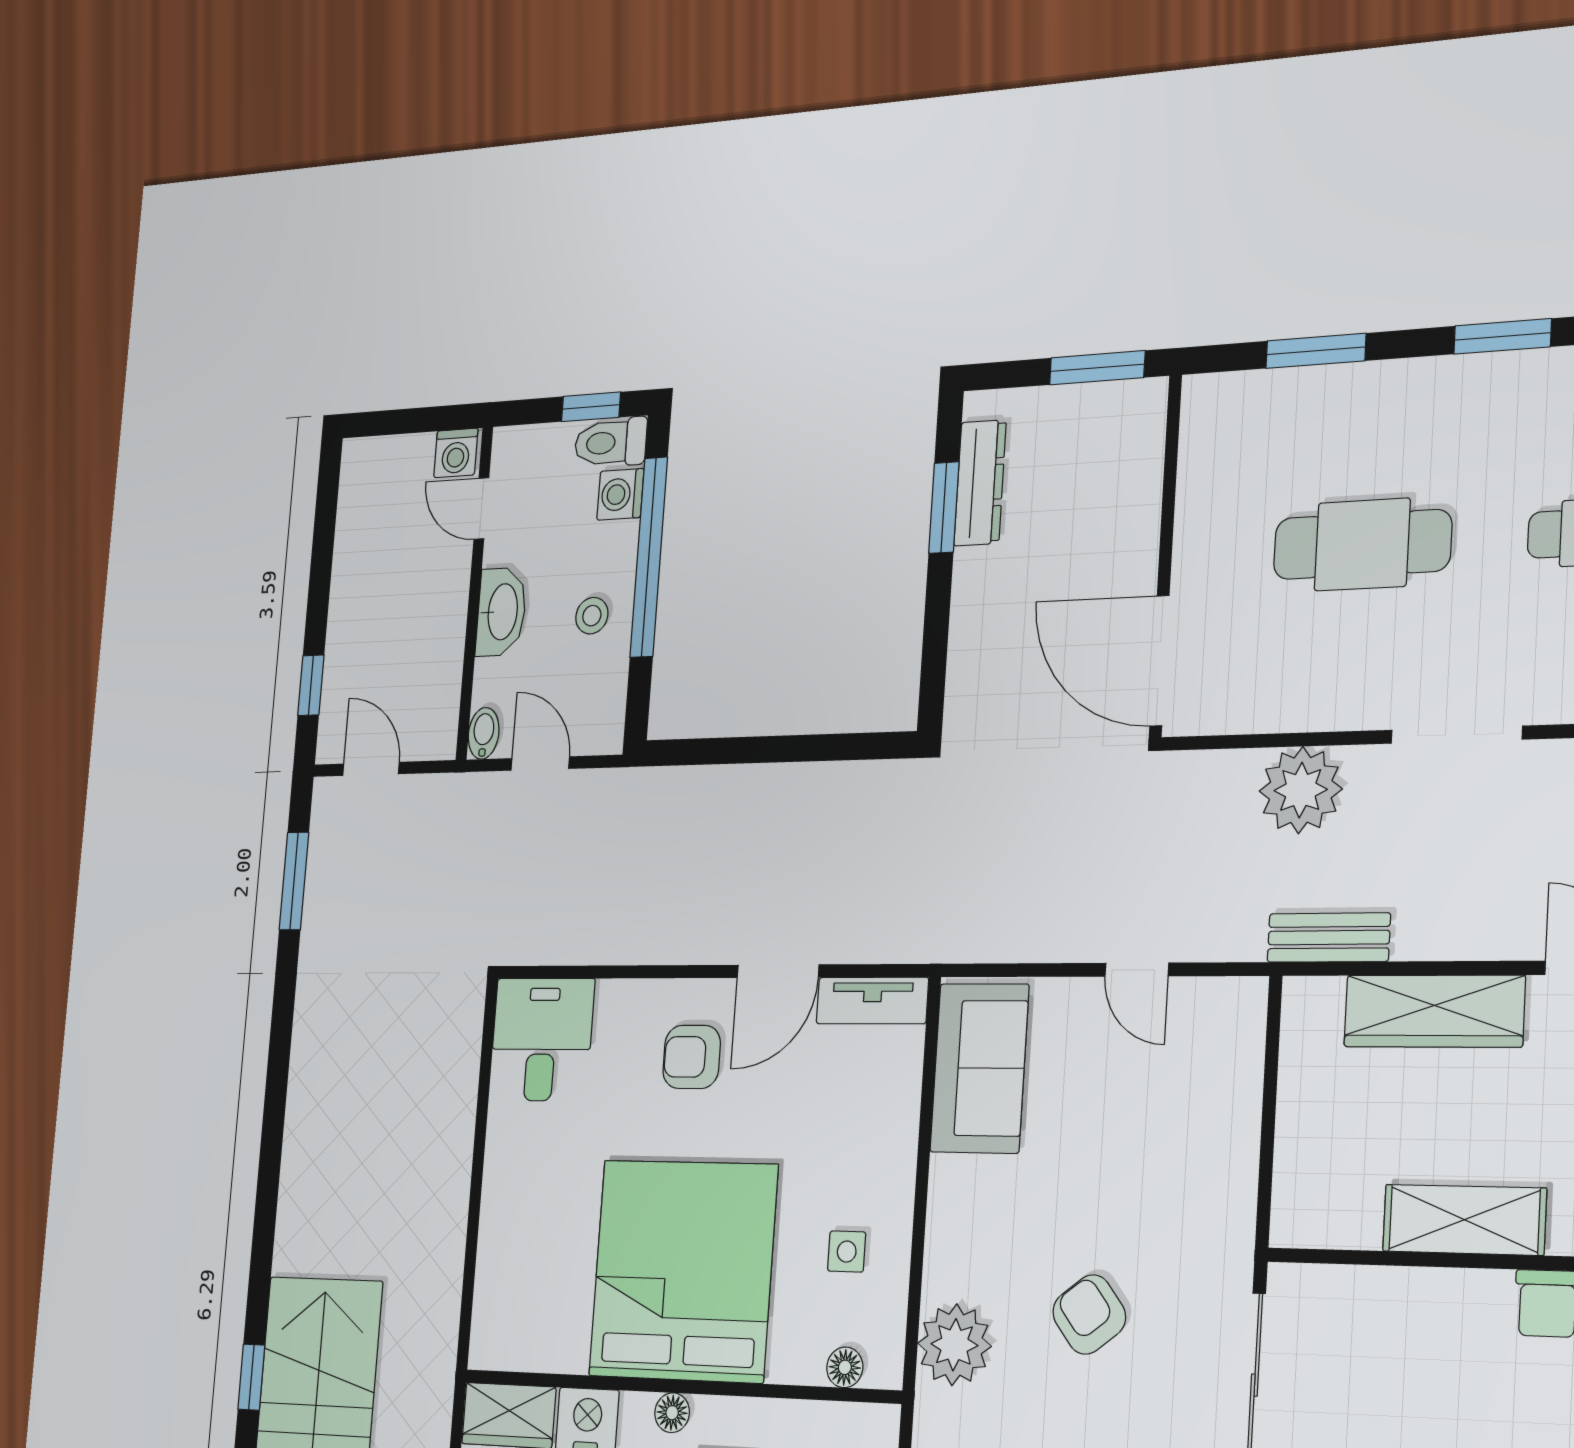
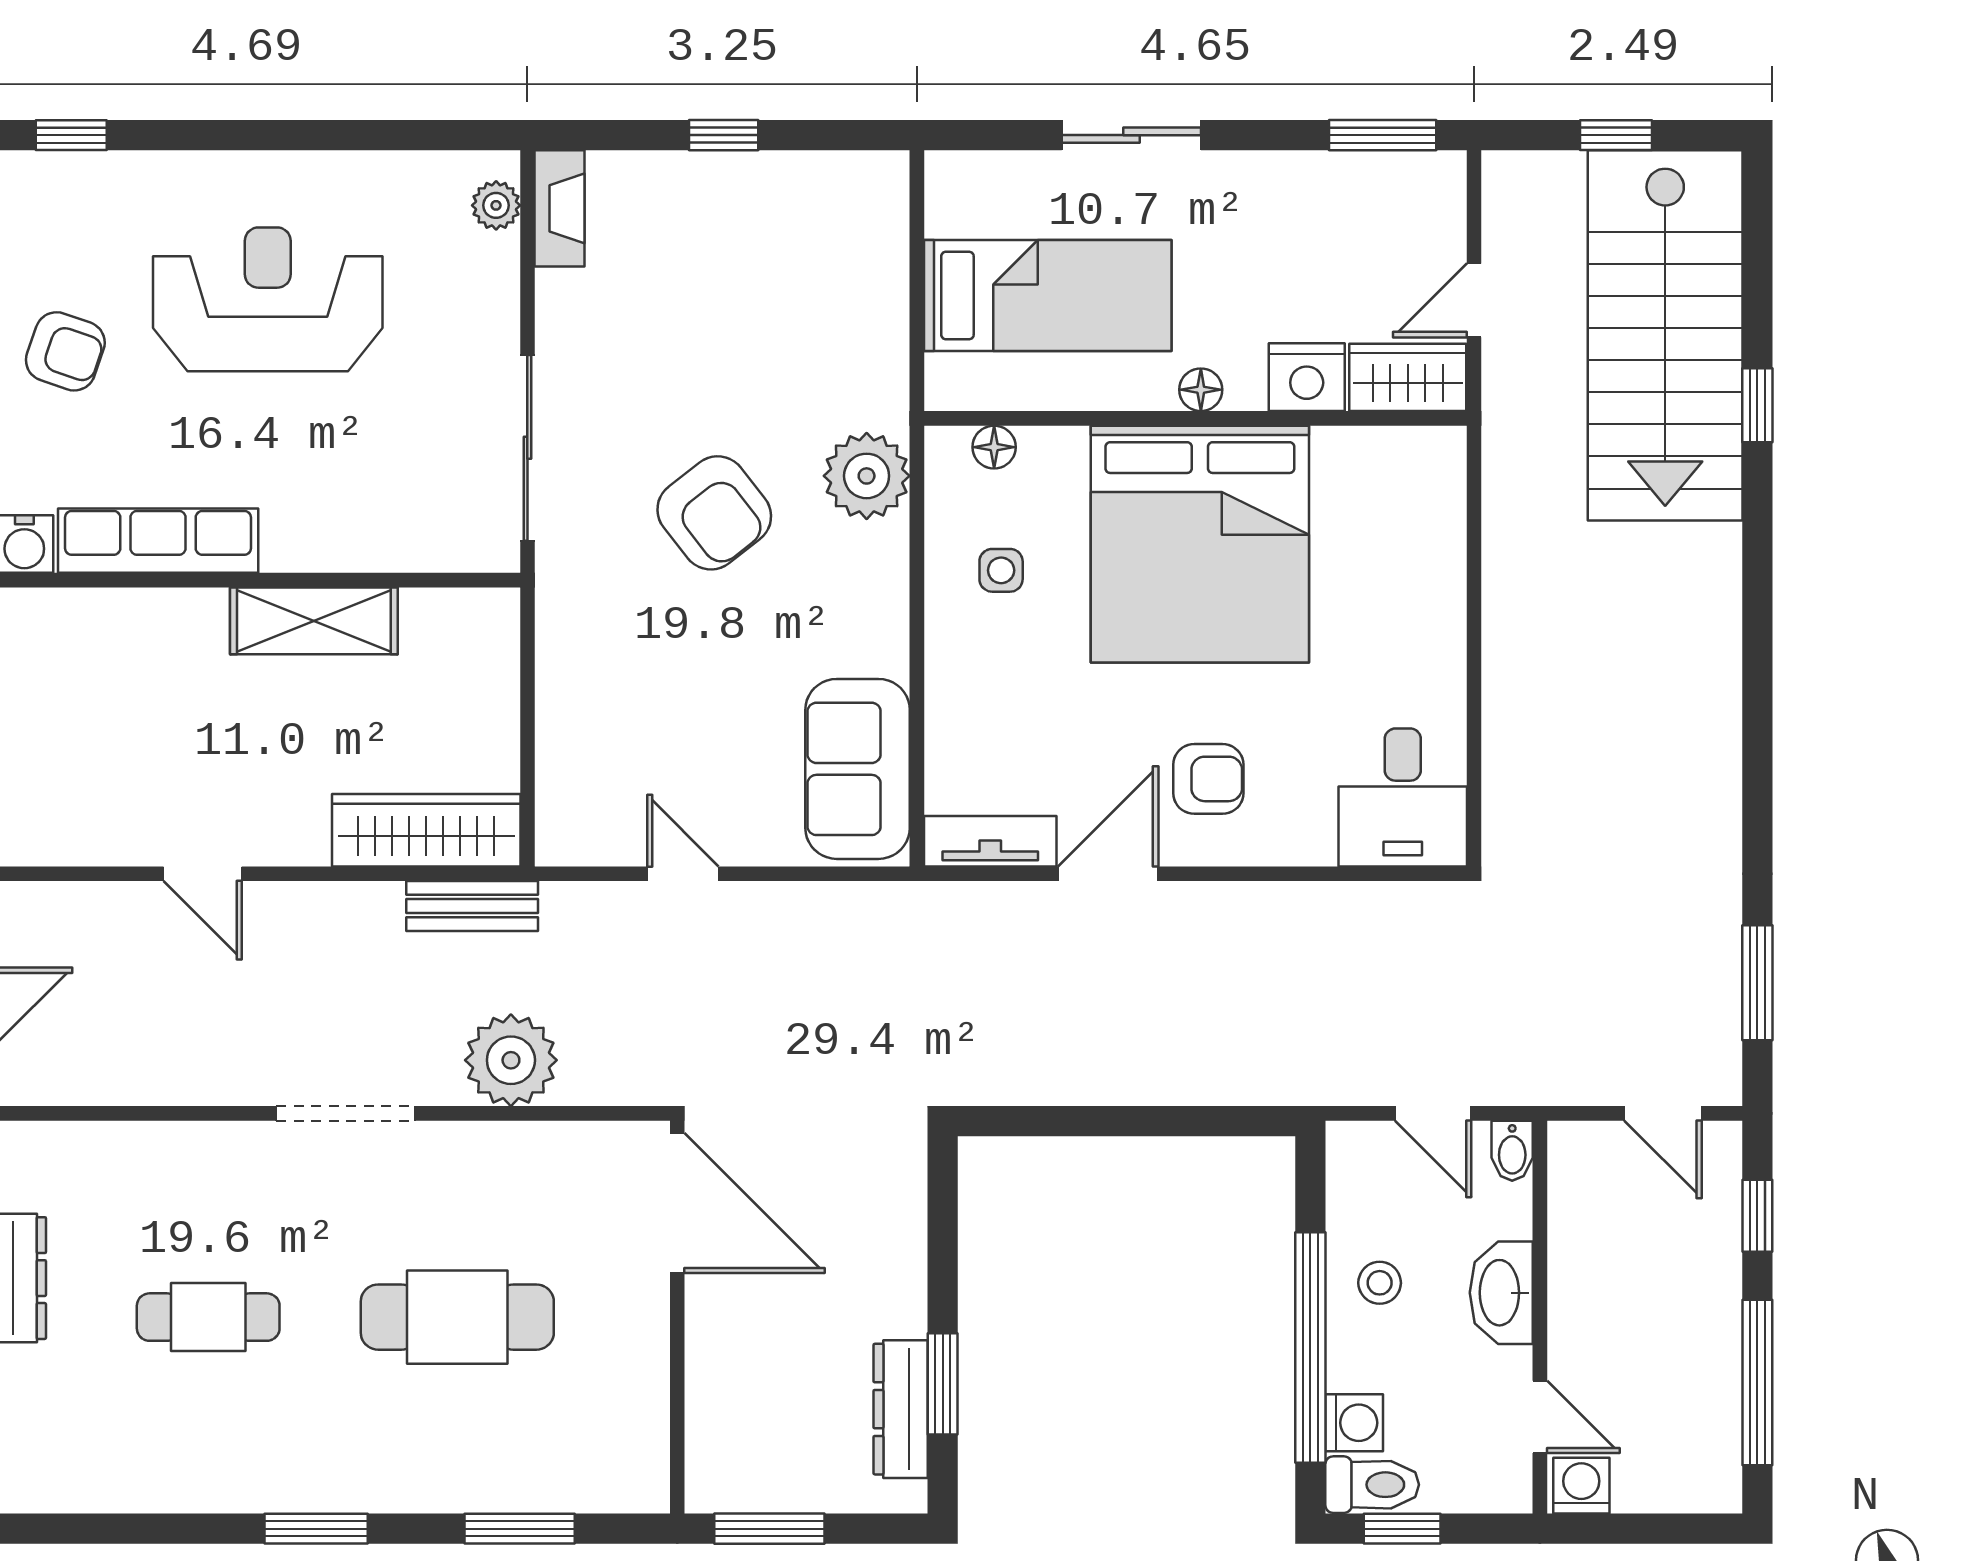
window: (323, 547) -> (1757, 1382), added
wardrobe: (1434, 1011) -> (426, 830), moved
armchair: (1089, 1314) -> (714, 513), width x1.38, depth x1.38

